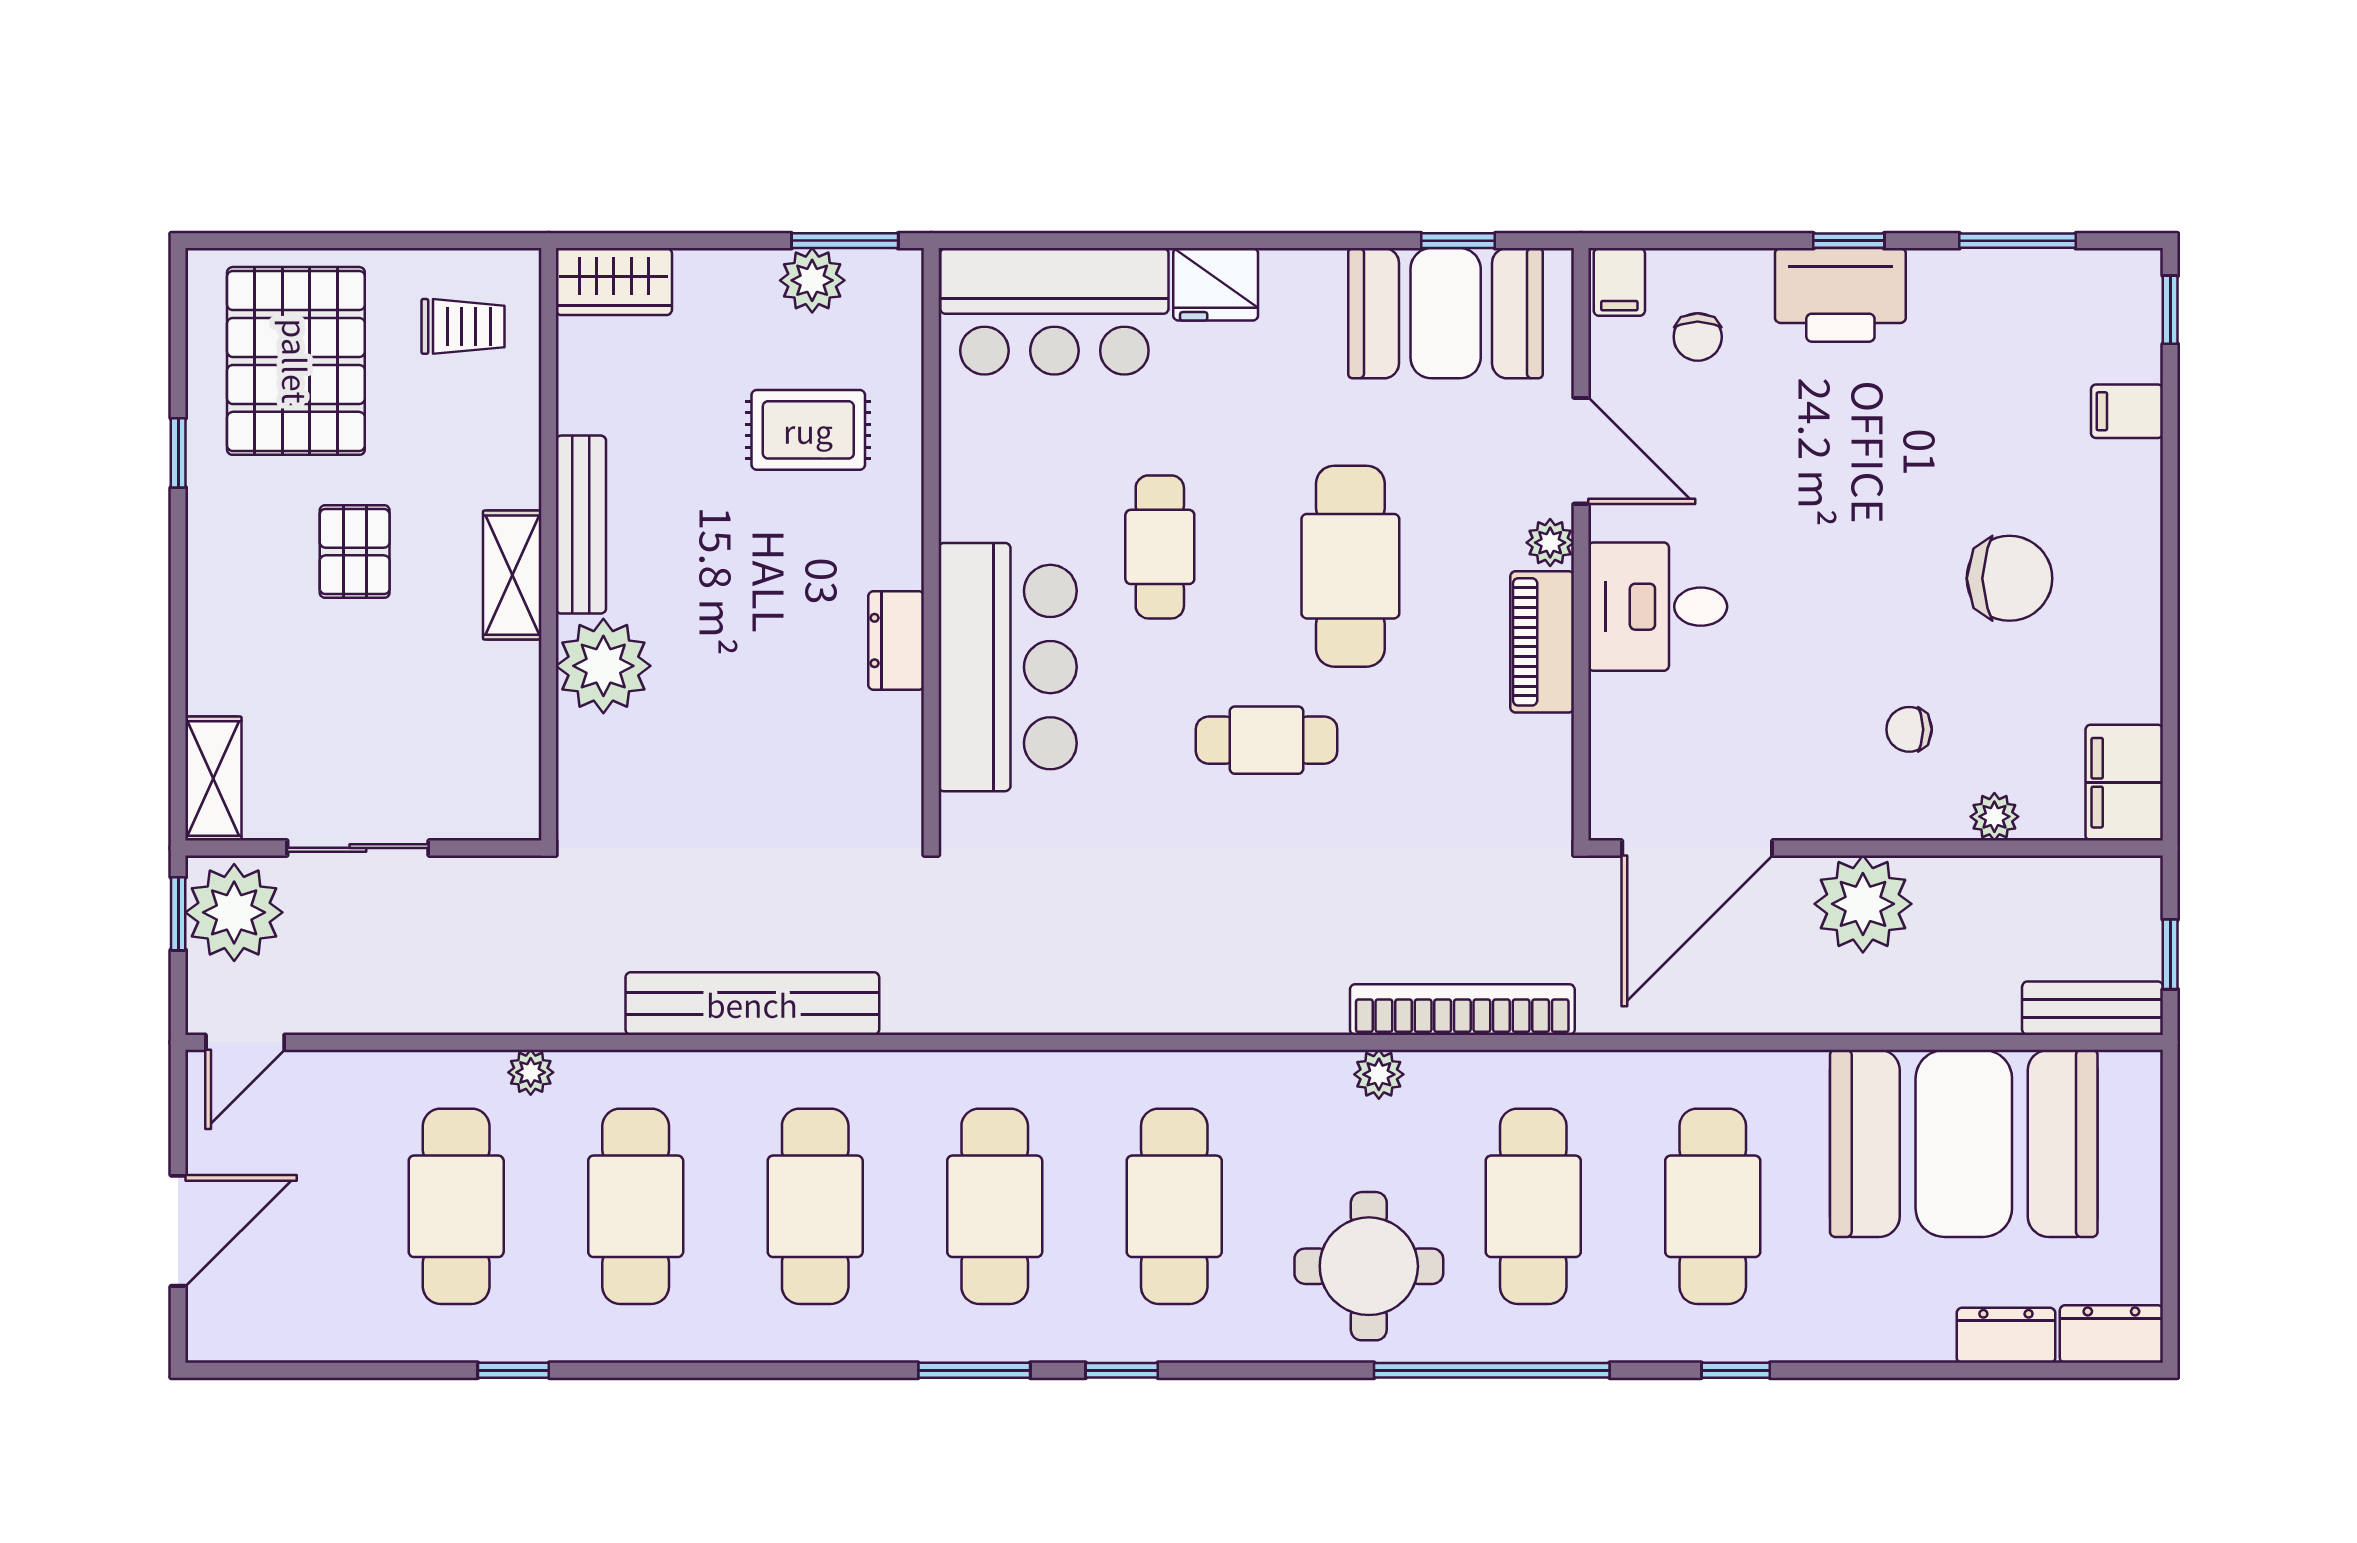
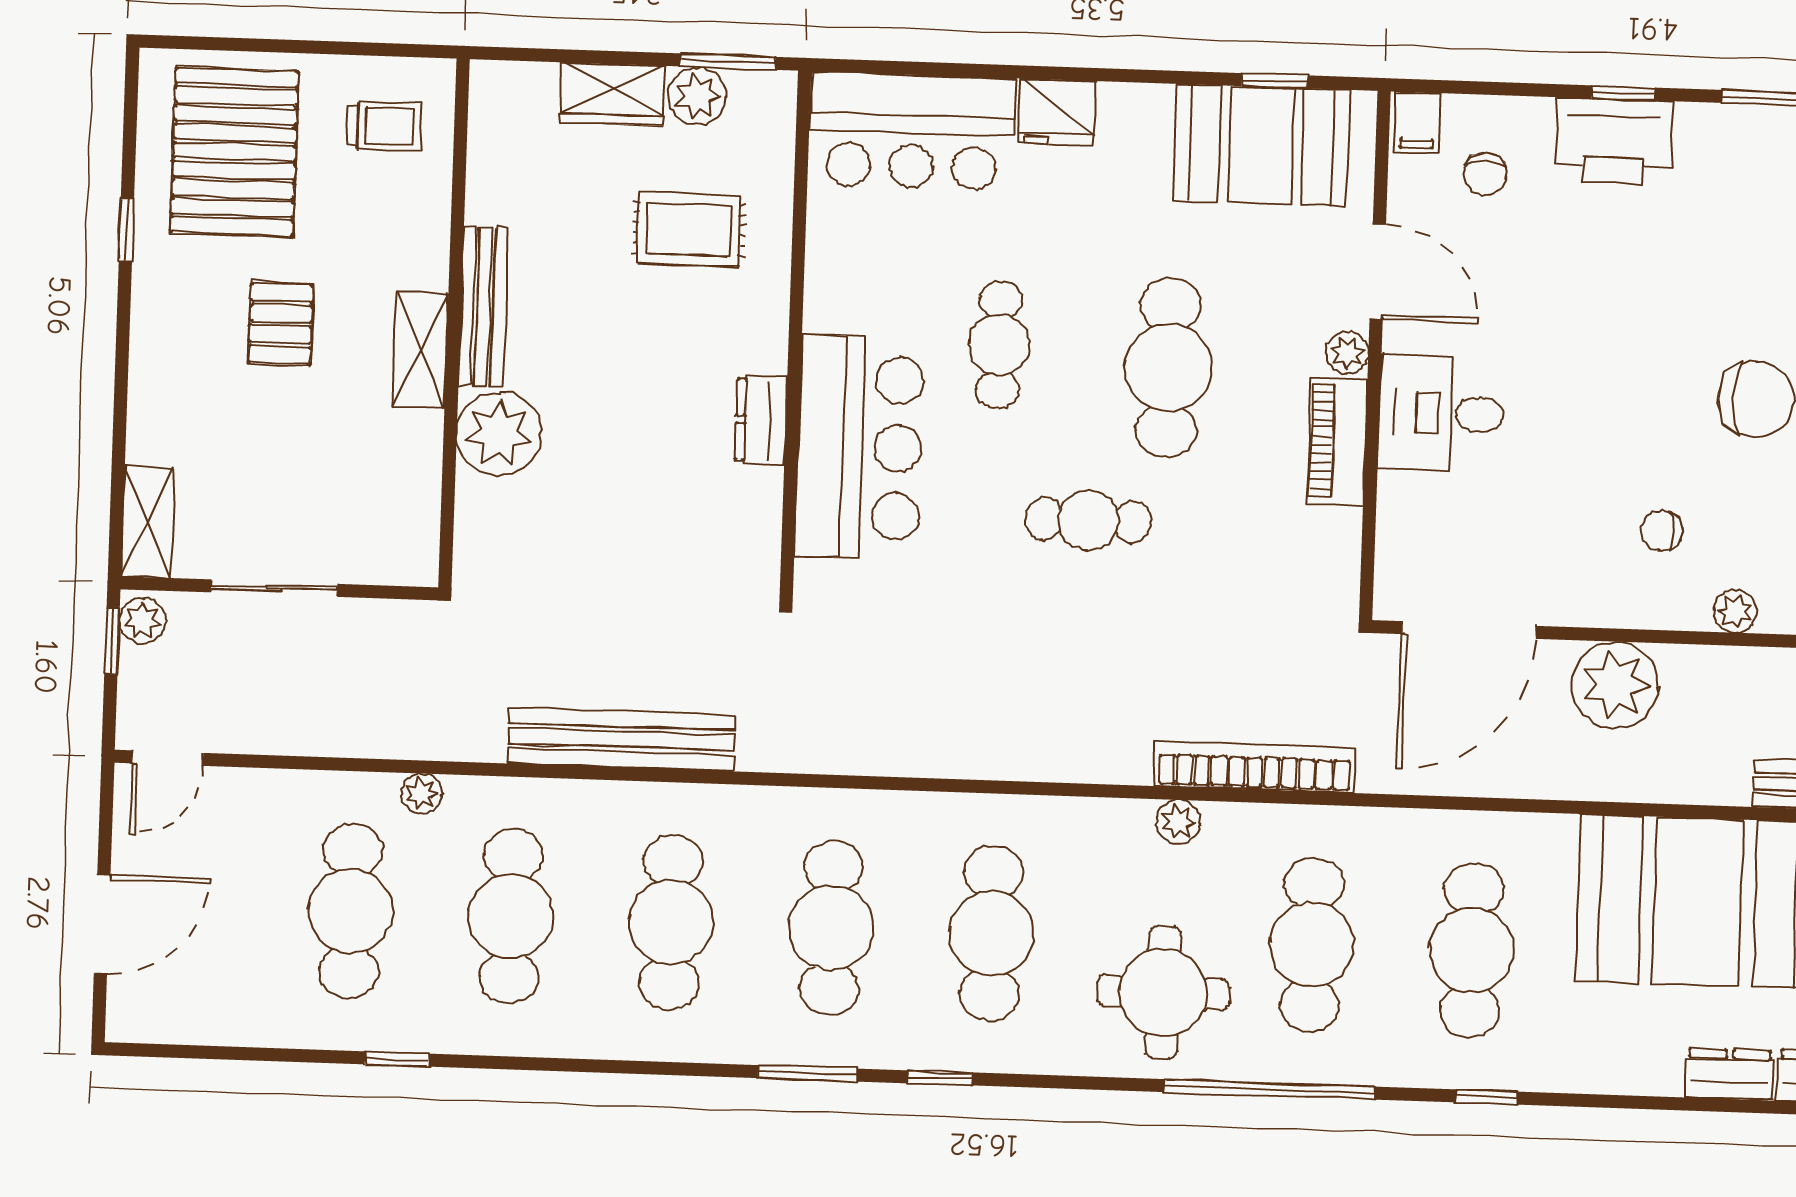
wardrobe: (614, 282) -> (612, 94), moved
plant: (234, 912) -> (142, 621), width x0.53, depth x0.53

